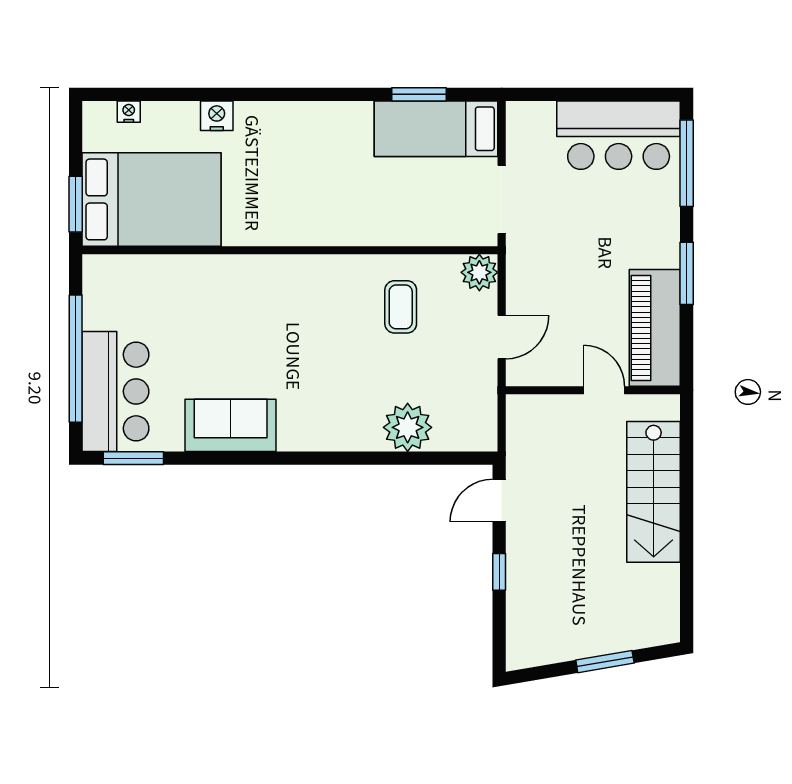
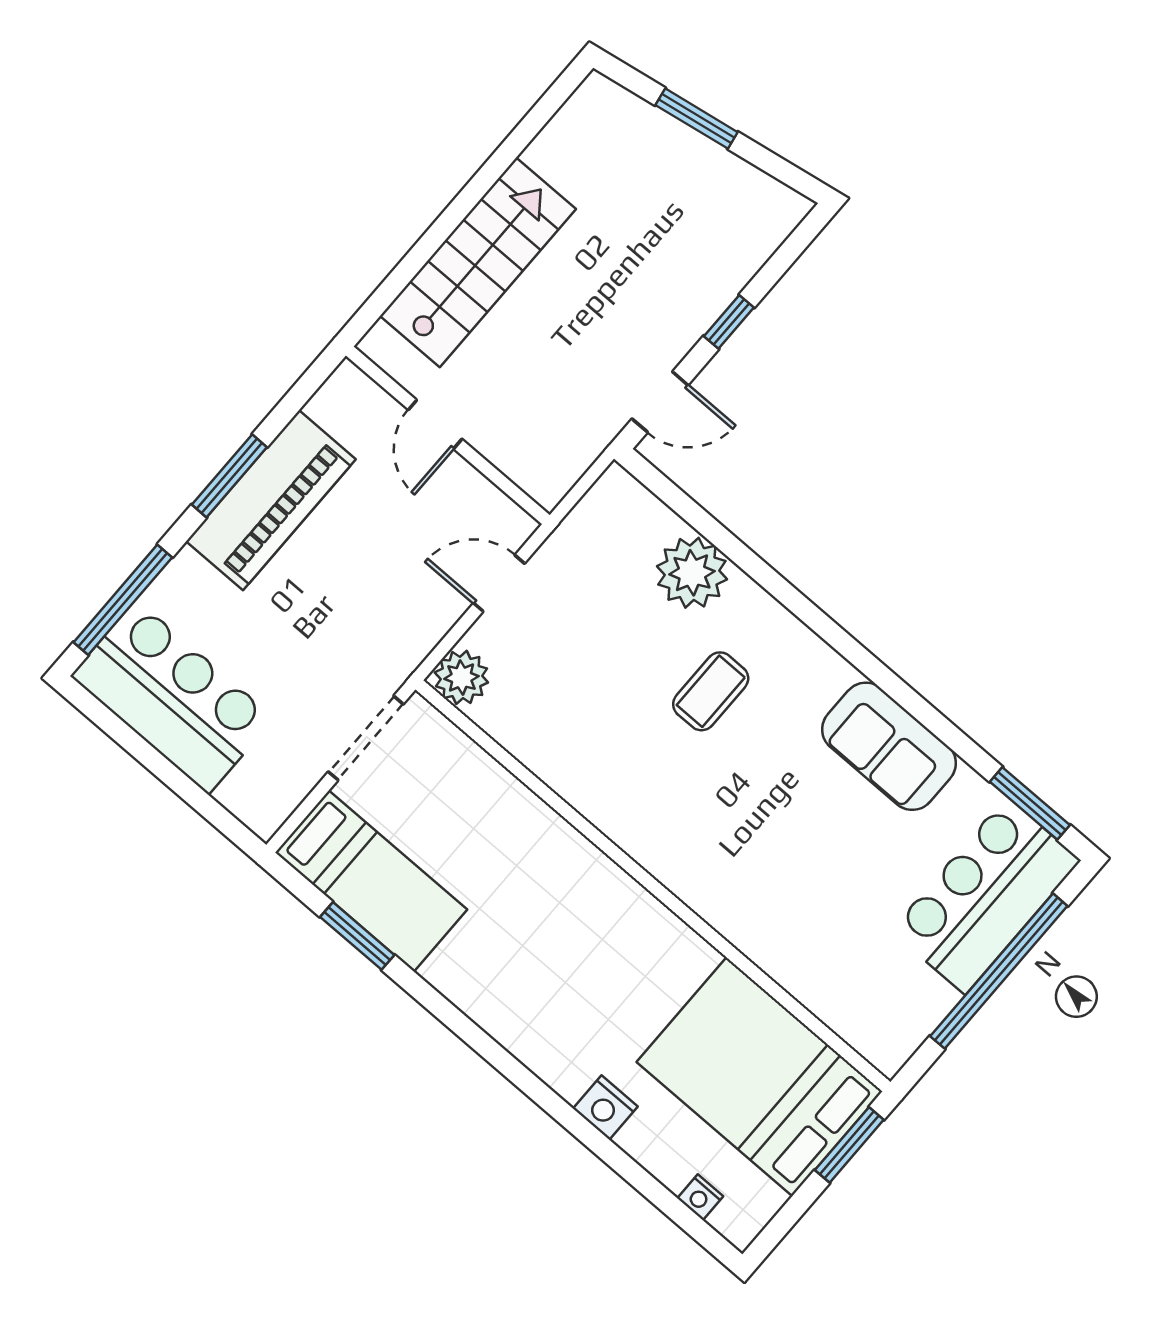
coffee table: (401, 307) -> (711, 691), moved
piano: (655, 328) -> (271, 500), moved

